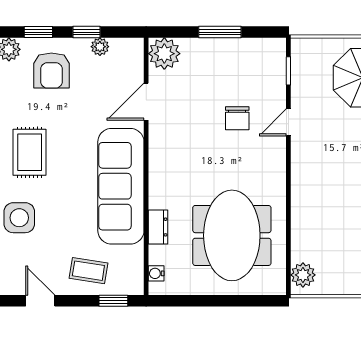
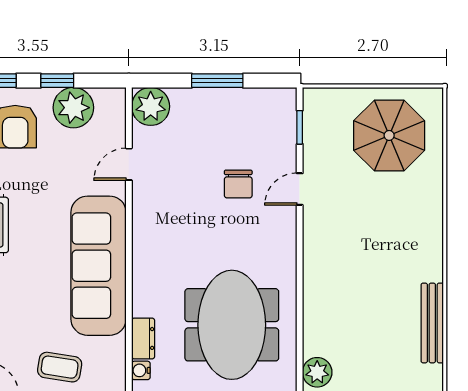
plant: (100, 47) -> (73, 108), width x1.88, depth x1.88
door: (146, 102) -> (129, 164), width x0.73
dresser: (158, 227) -> (143, 338), moved

